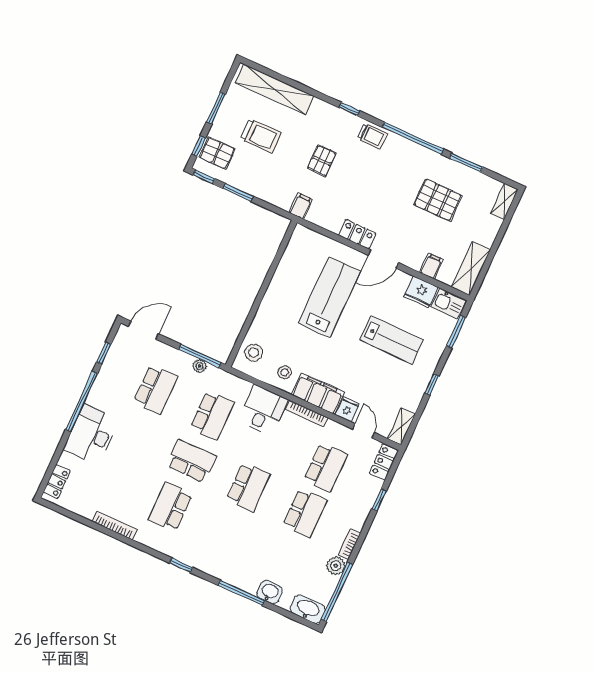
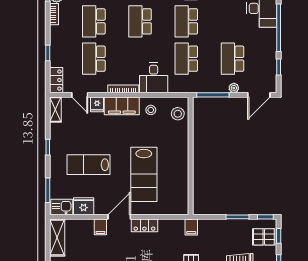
filing cabinet: (431, 266) -> (100, 227), moved
plant: (200, 366) -> (234, 88), moved
school desk: (191, 461) -> (186, 21), turned 90

